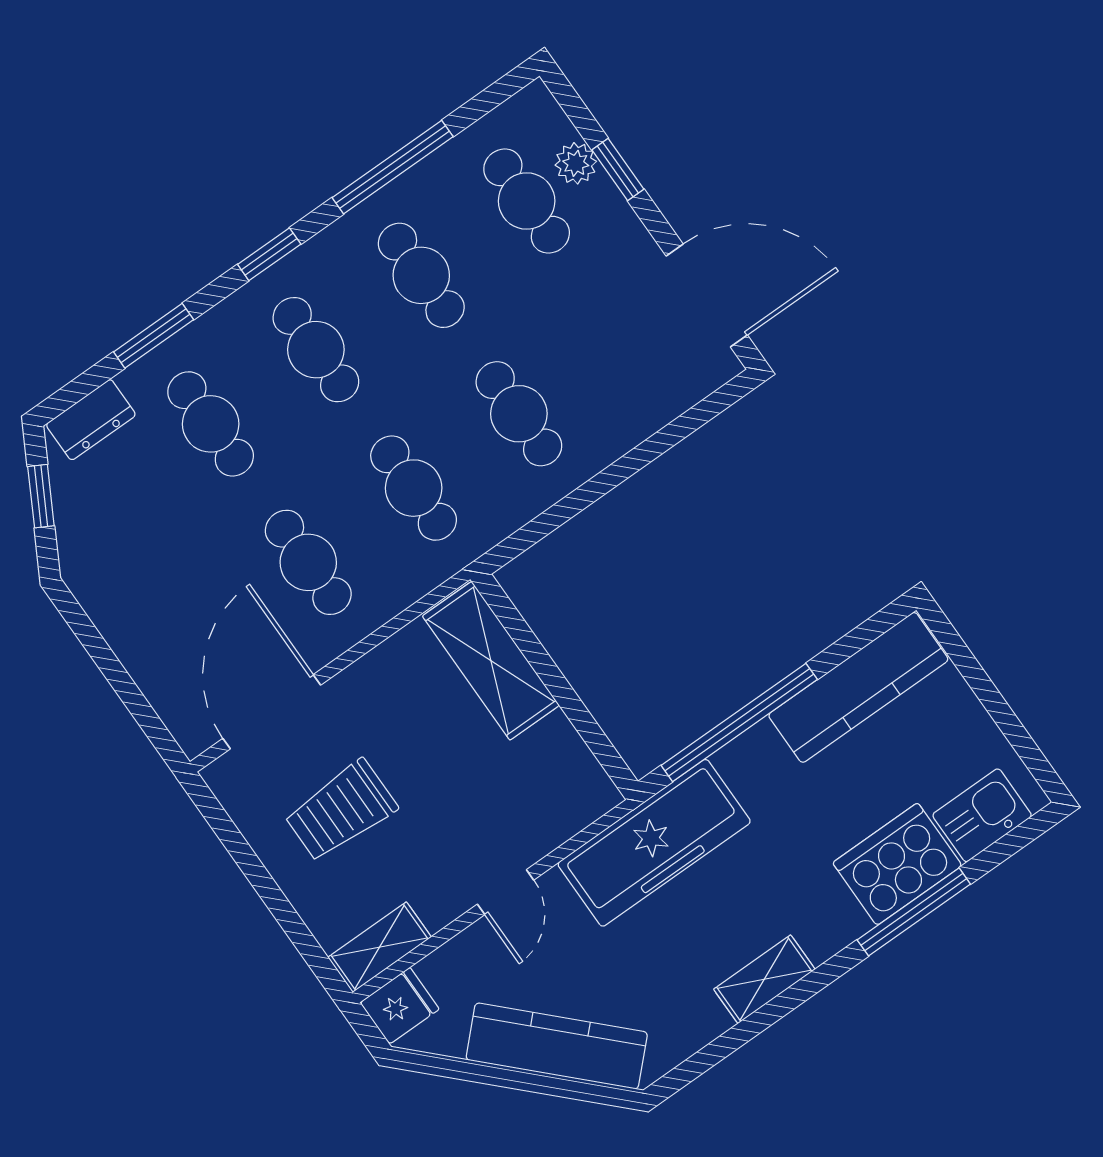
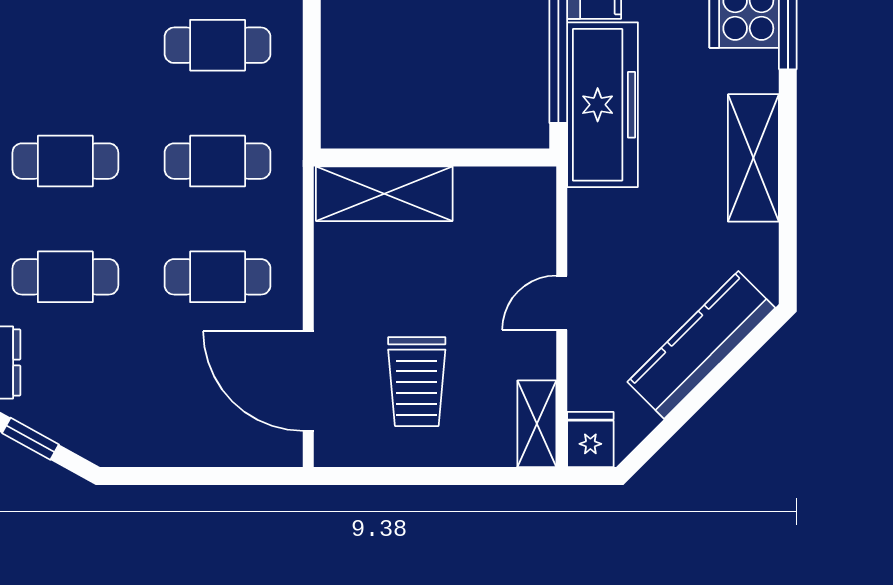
cafe table: (421, 275) -> (65, 45), removed
freezer: (654, 843) -> (603, 105), moved
door: (506, 892) -> (562, 303), swing flipped
shelving: (764, 979) -> (753, 158), width x1.50, depth x1.33

